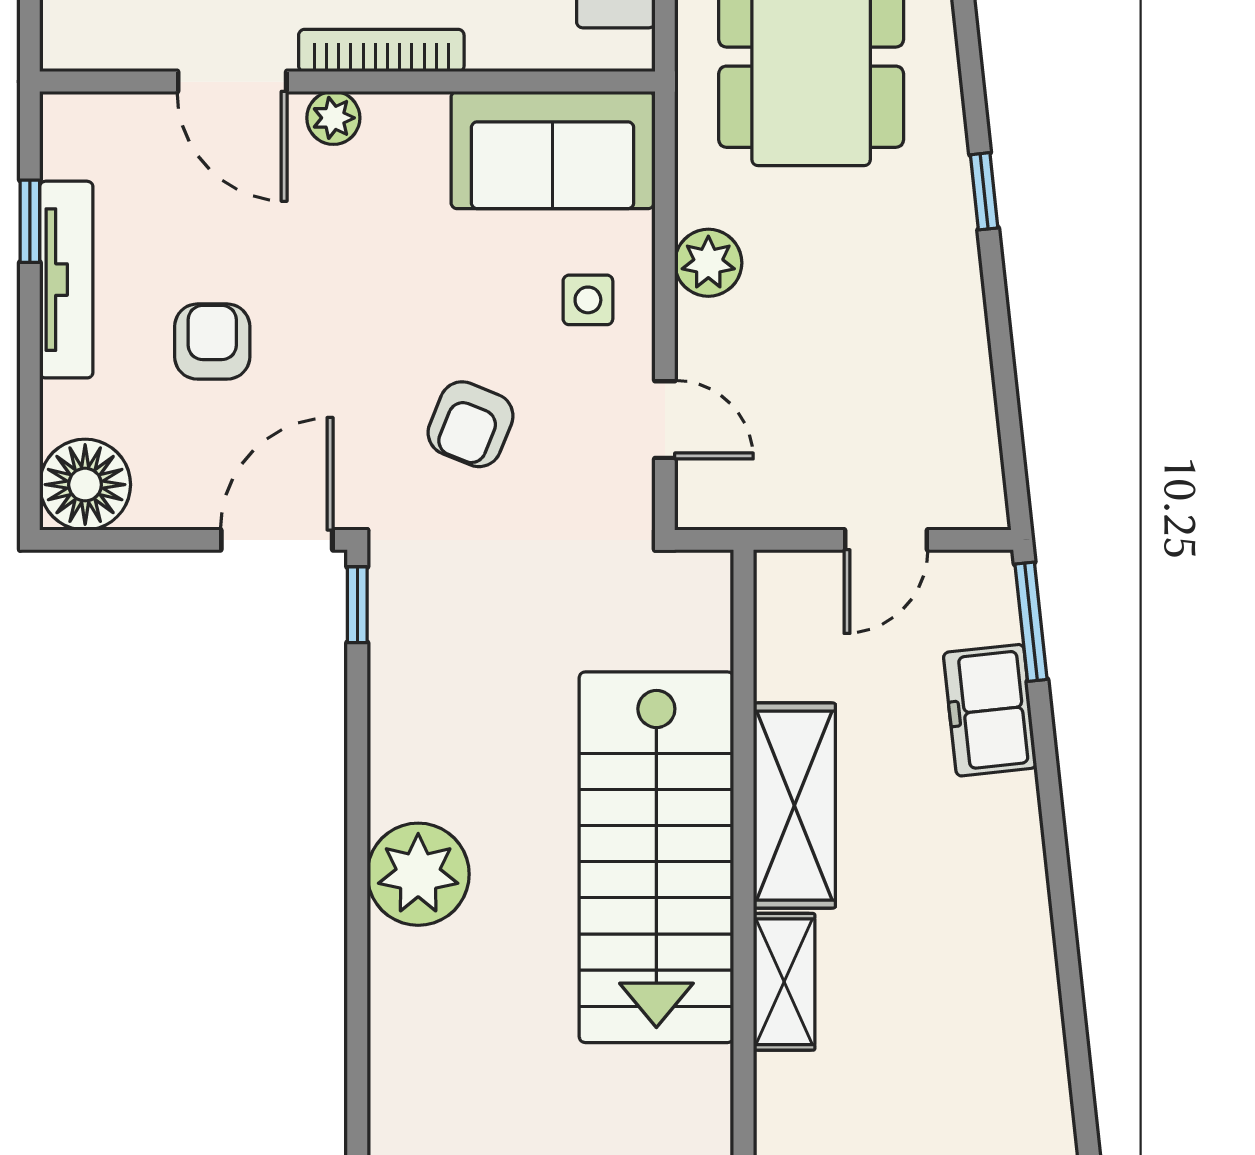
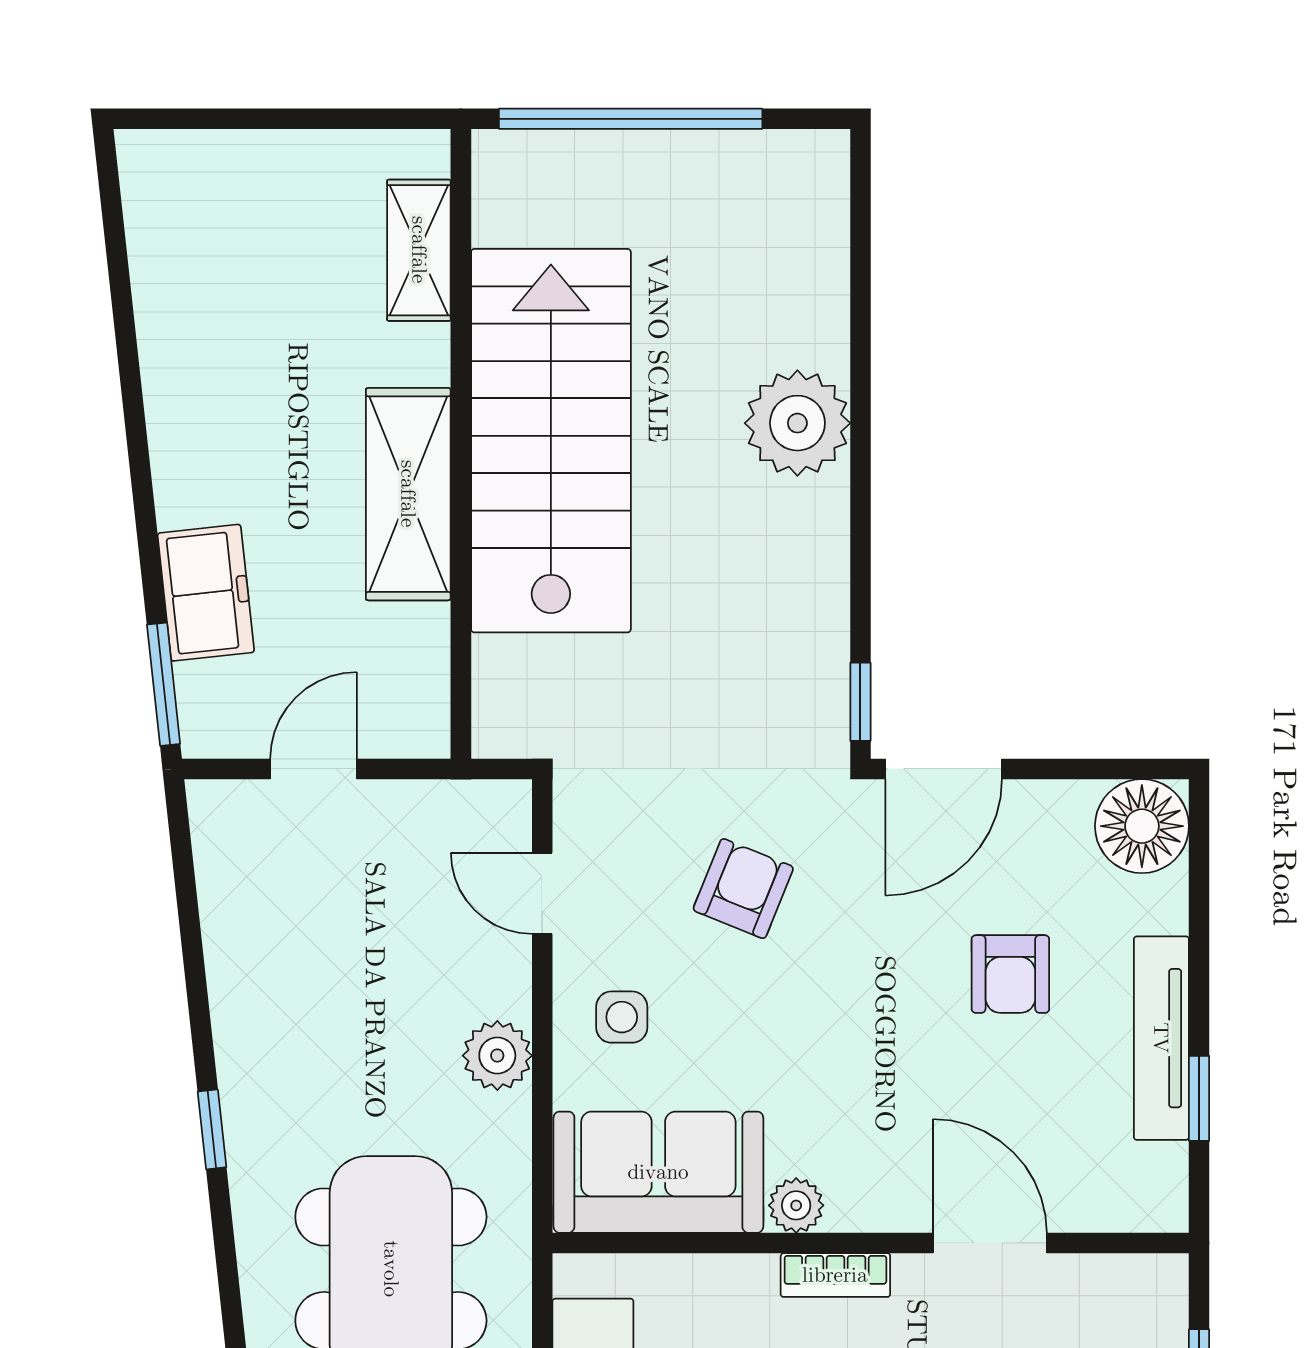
bookcase: (381, 51) -> (835, 1275), width x0.64
plant: (333, 118) -> (796, 1205), moved
shelving: (784, 982) -> (419, 250), moved

